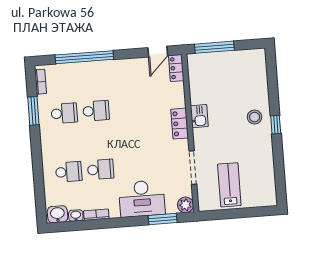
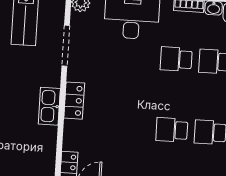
kitchen sink: (199, 116) -> (49, 106), width x1.38

